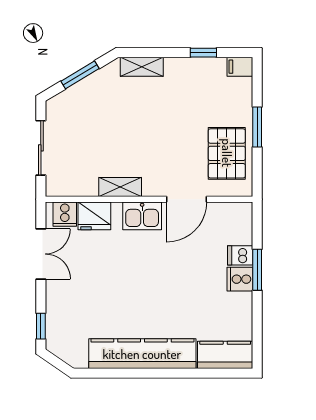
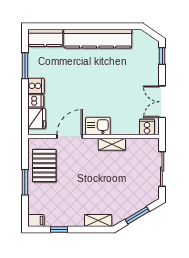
fridge: (94, 216) -> (37, 118), moved, turned 90
window: (257, 270) -> (25, 66), moved

